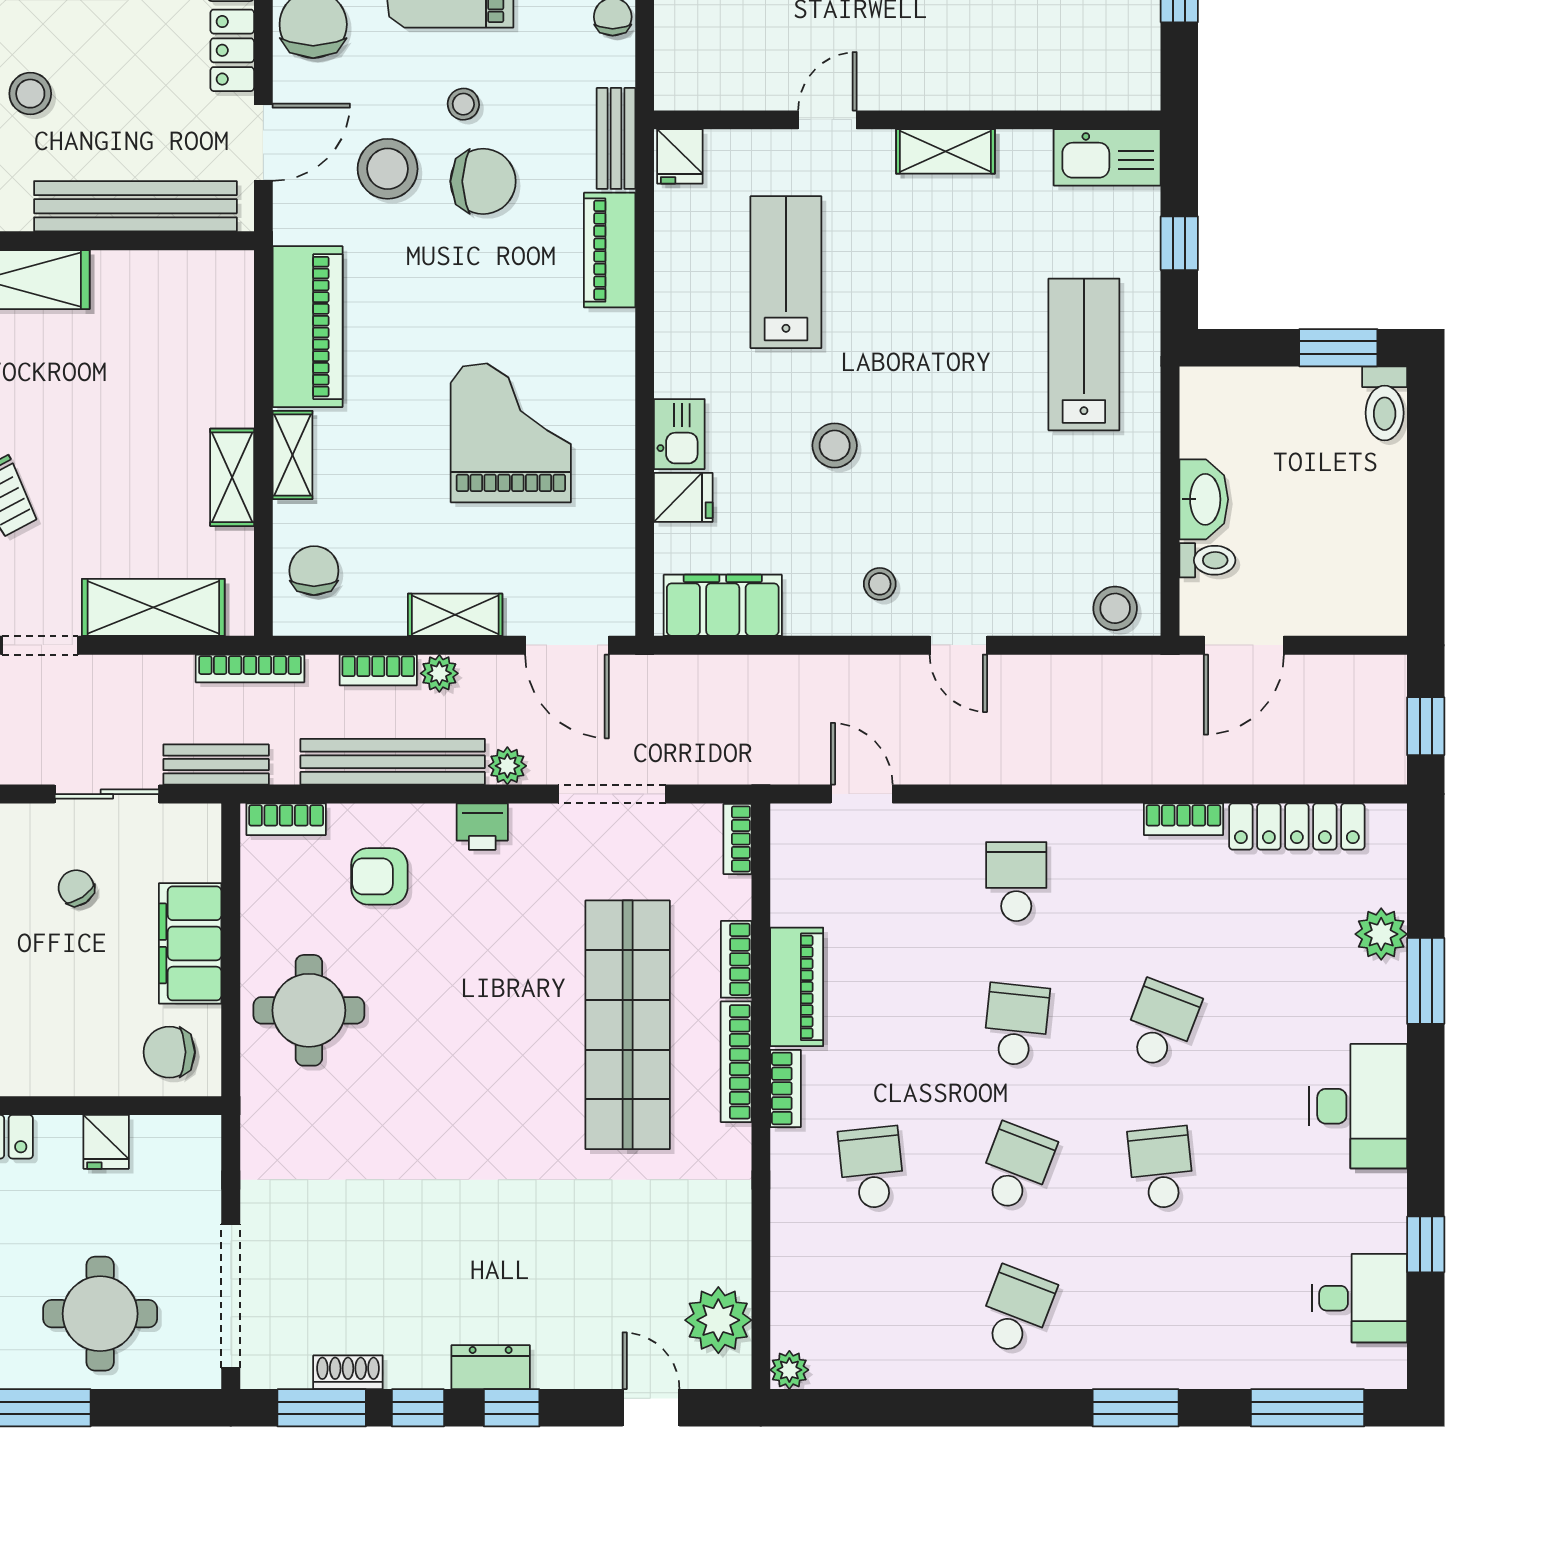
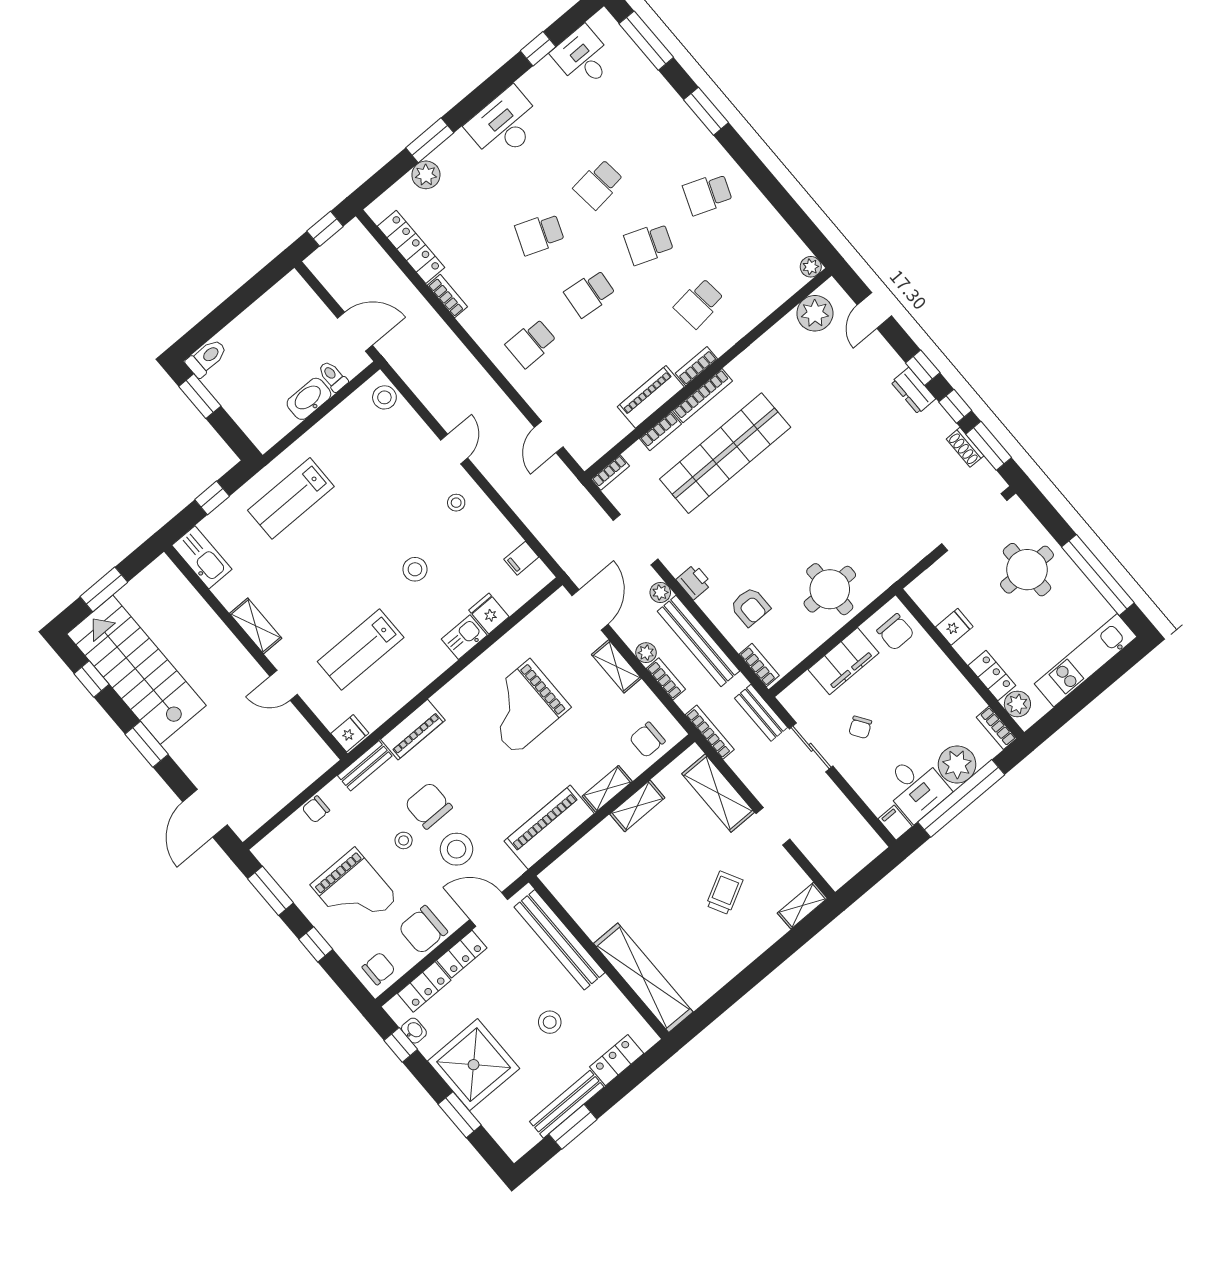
filing cabinet: (723, 605) -> (521, 558), width x0.33, depth x0.86

